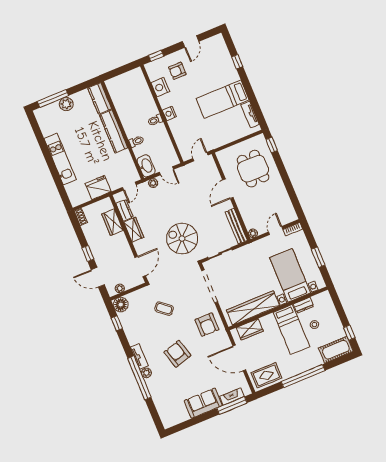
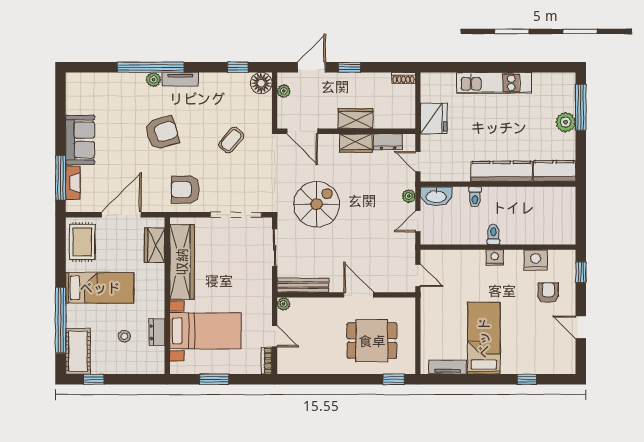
wardrobe: (113, 222) -> (356, 119), moved
bed: (291, 330) -> (100, 288), moved, turned 180
window: (303, 376) -> (61, 320), moved

